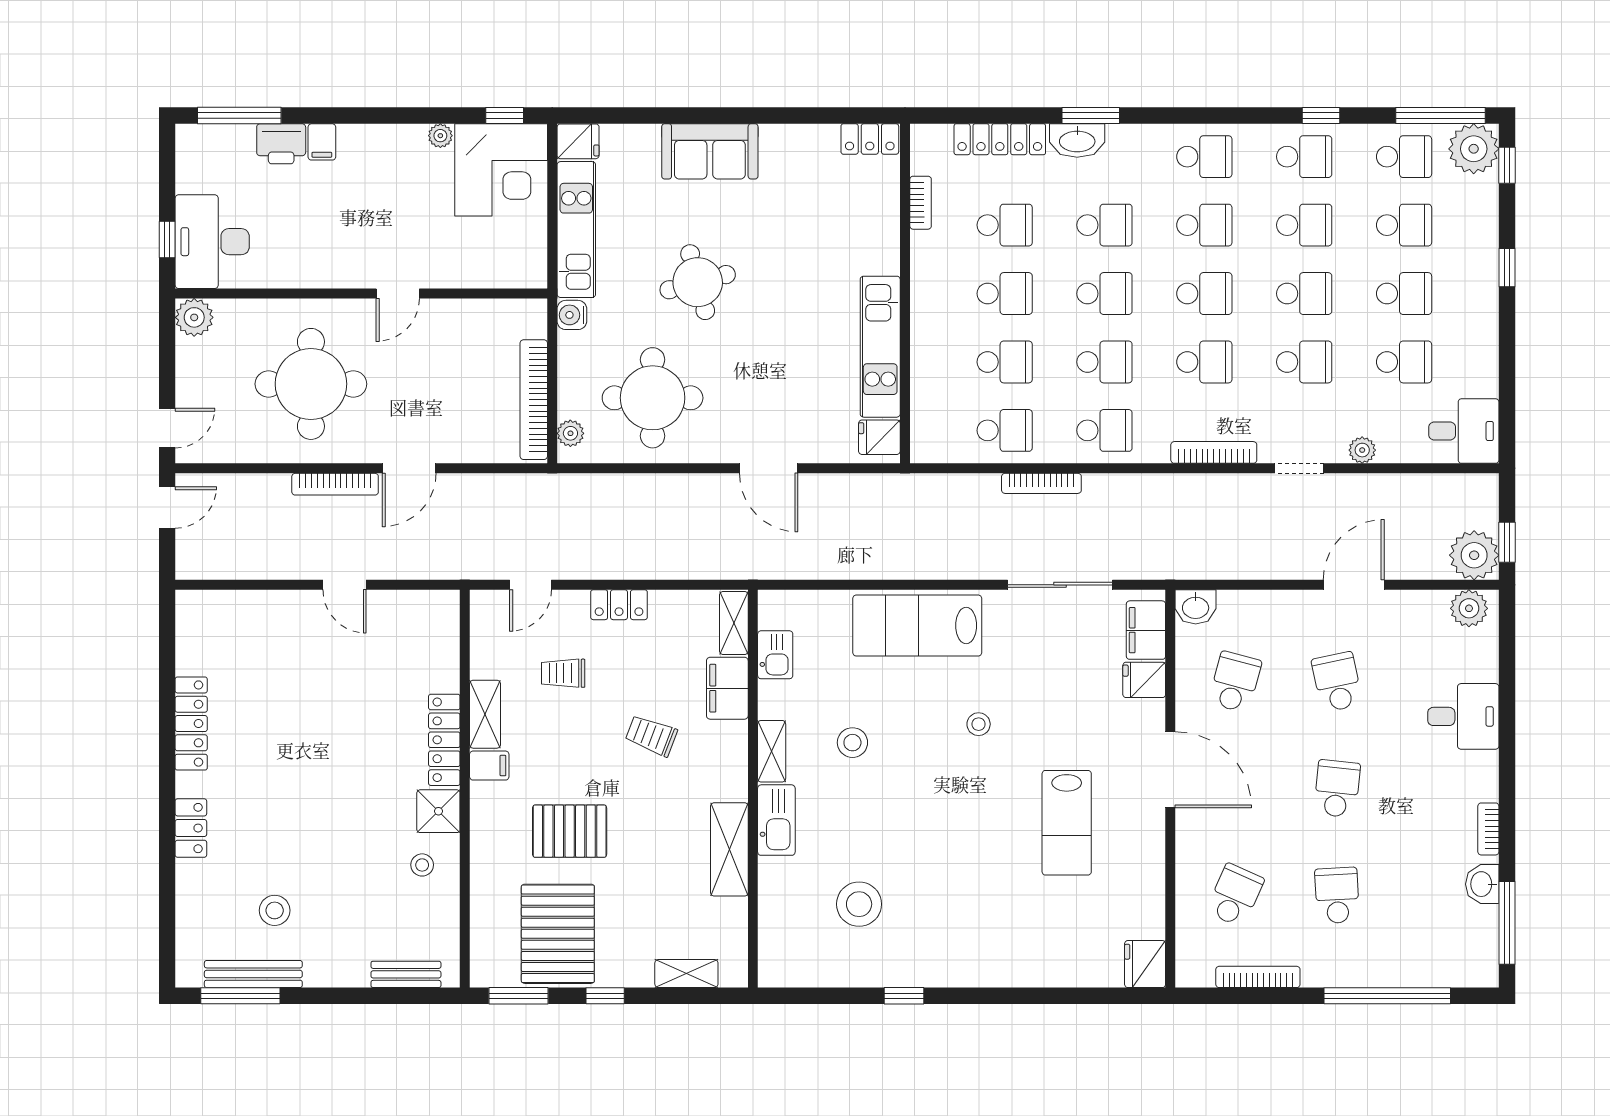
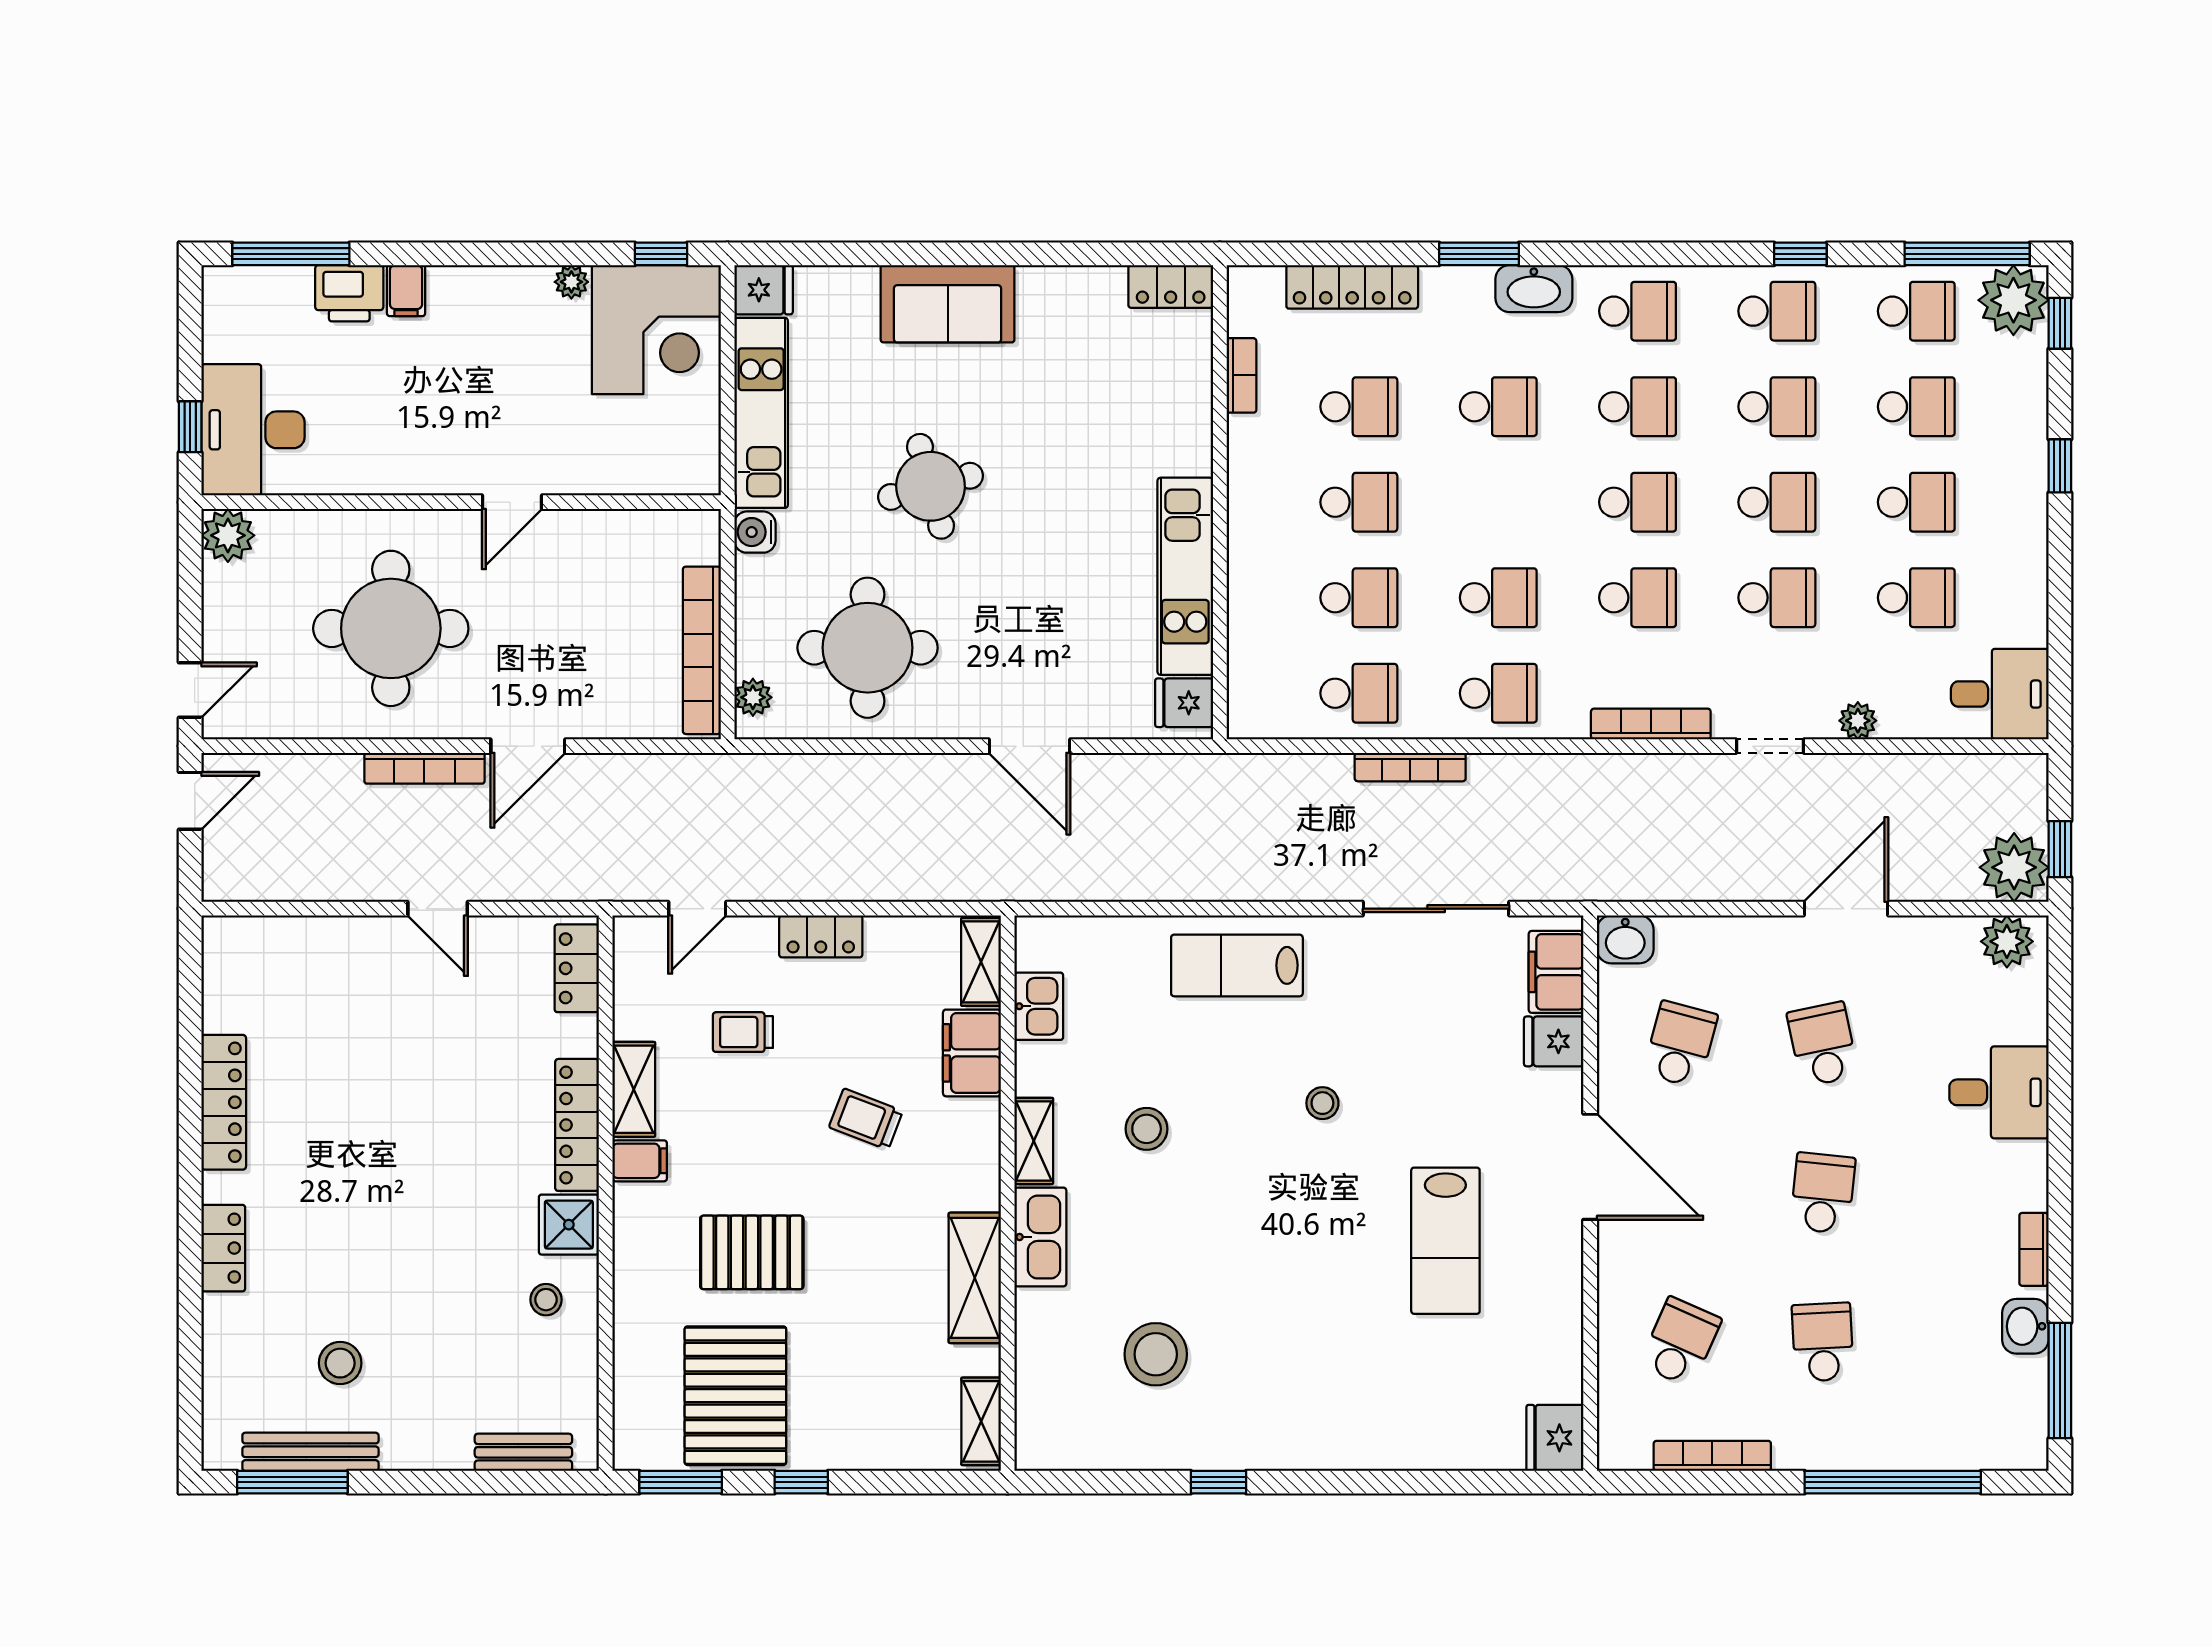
washbasin: (1077, 140) -> (1534, 289), moved
school desk: (1104, 294) -> (1498, 502), removed
lab bench: (917, 626) -> (1237, 965), width x0.73, depth x0.72
locker: (444, 628) -> (577, 968), added
shelving: (686, 974) -> (981, 1421), moved, turned 90

